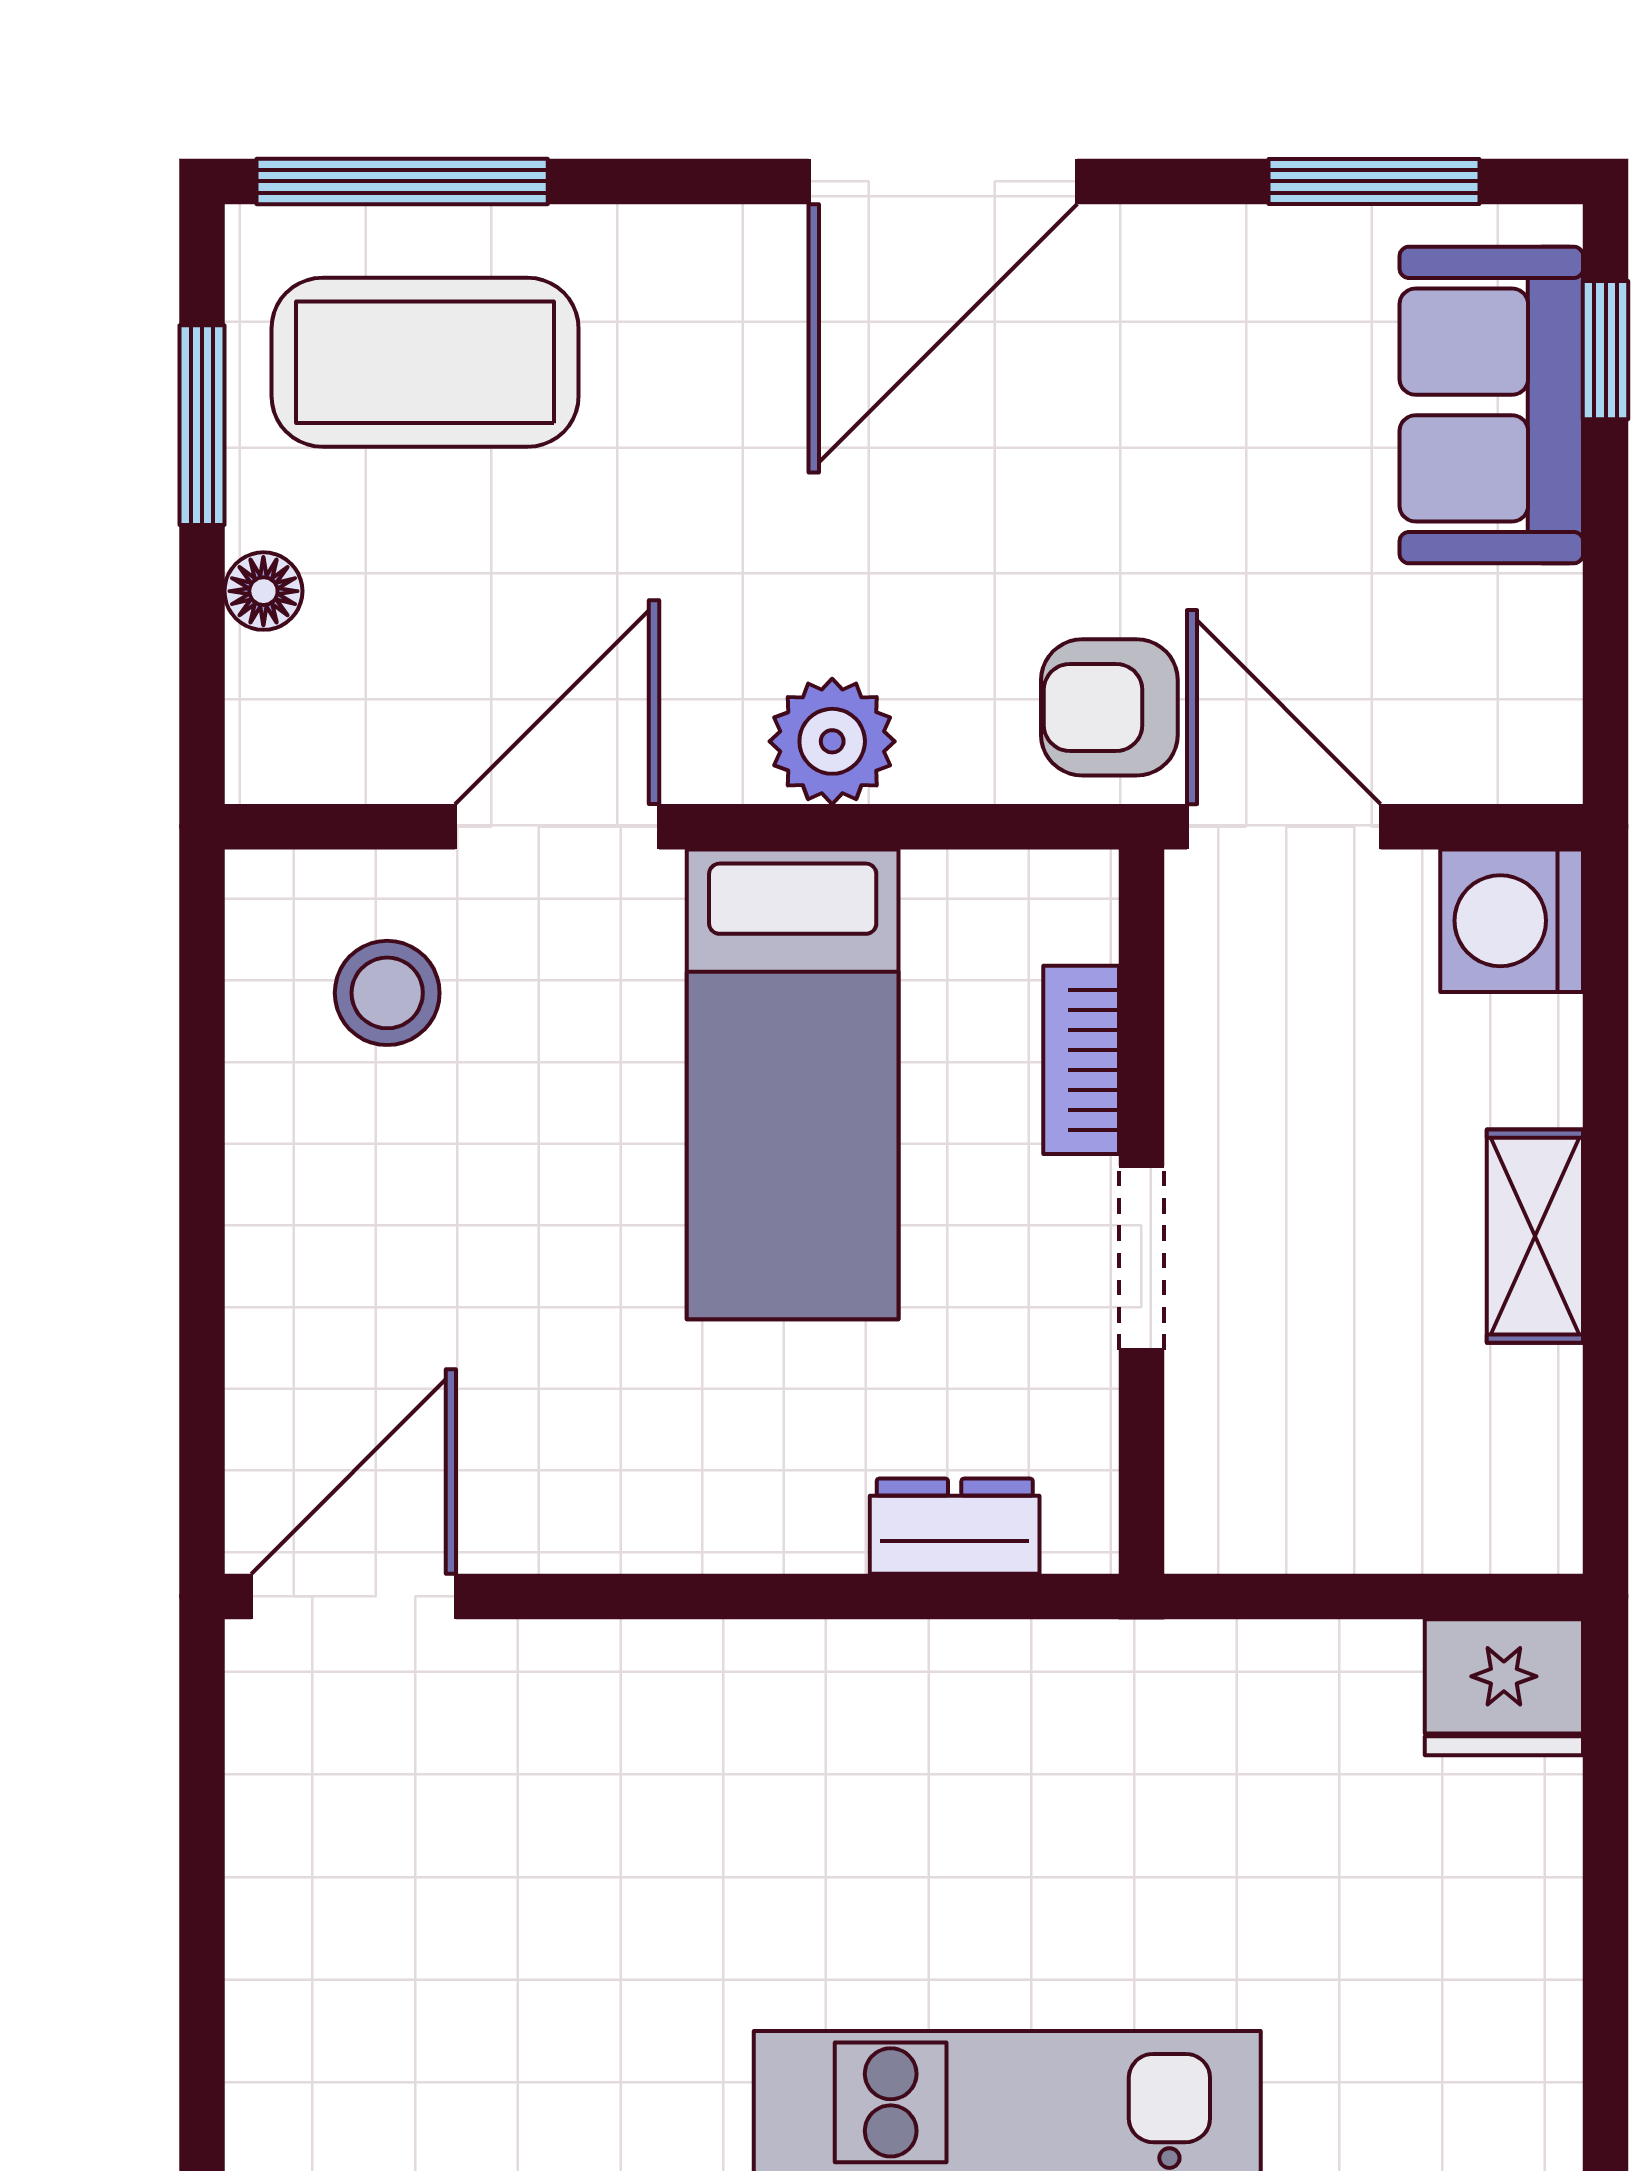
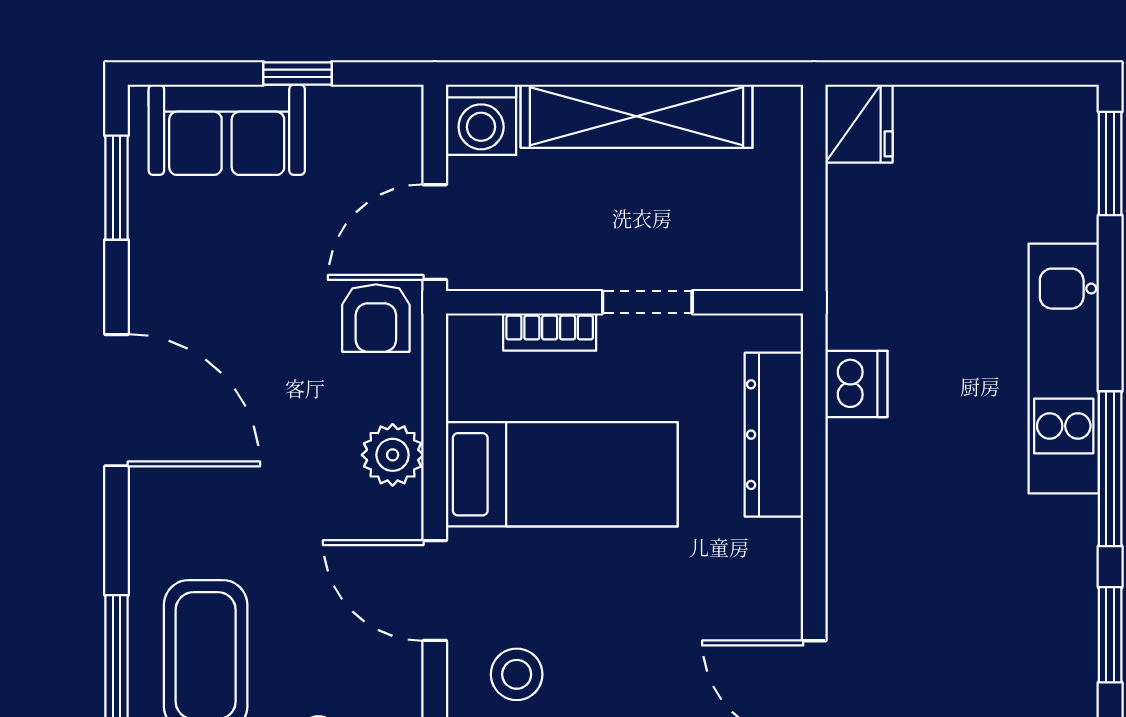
window: (1606, 350) -> (297, 73), moved
shelving: (1535, 1236) -> (637, 116), width x2.20, depth x1.33
dresser: (955, 1526) -> (774, 435), width x1.96, depth x1.24
dishwasher: (976, 1682) -> (856, 384), added

